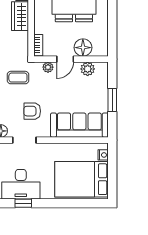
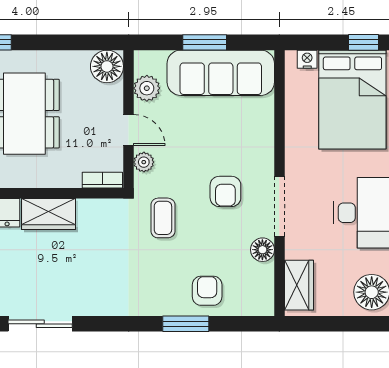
floor lamp: (83, 48) -> (107, 66), moved
sofa: (79, 125) -> (221, 73), moved, turned -90
doorway: (24, 140) -> (279, 206), width x1.38
window: (112, 185) -> (363, 42), added

